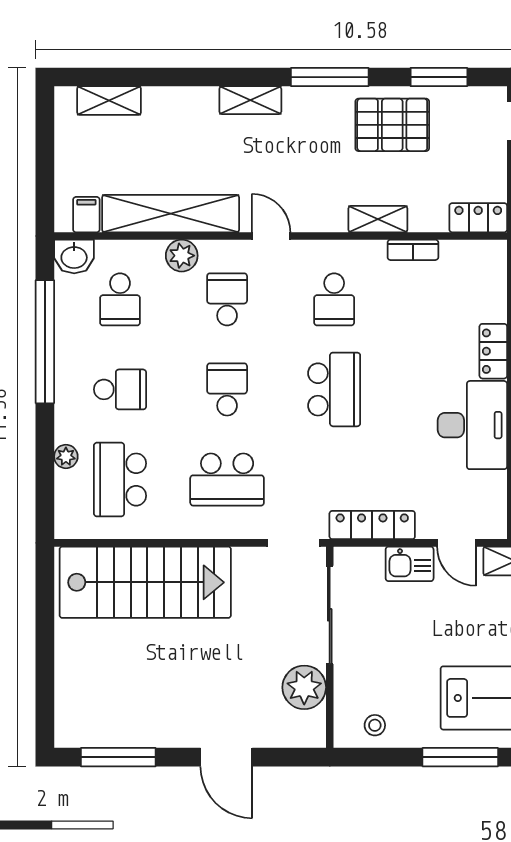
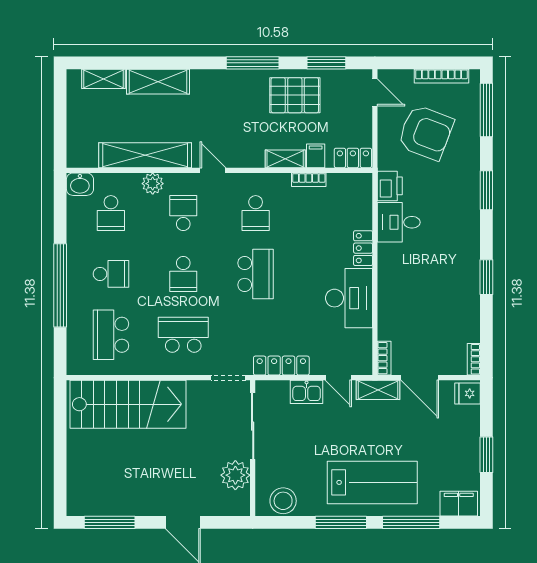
shelving: (250, 100) -> (158, 82), moved, width x1.50, depth x1.33
filing cabinet: (86, 215) -> (316, 156), moved
window: (45, 342) -> (60, 285), moved
school desk: (227, 389) -> (183, 274), turned 180
plant: (66, 456) -> (74, 319), removed
school desk: (227, 480) -> (183, 335), turned 180
stool: (375, 725) -> (283, 501), width x1.89, depth x1.89

